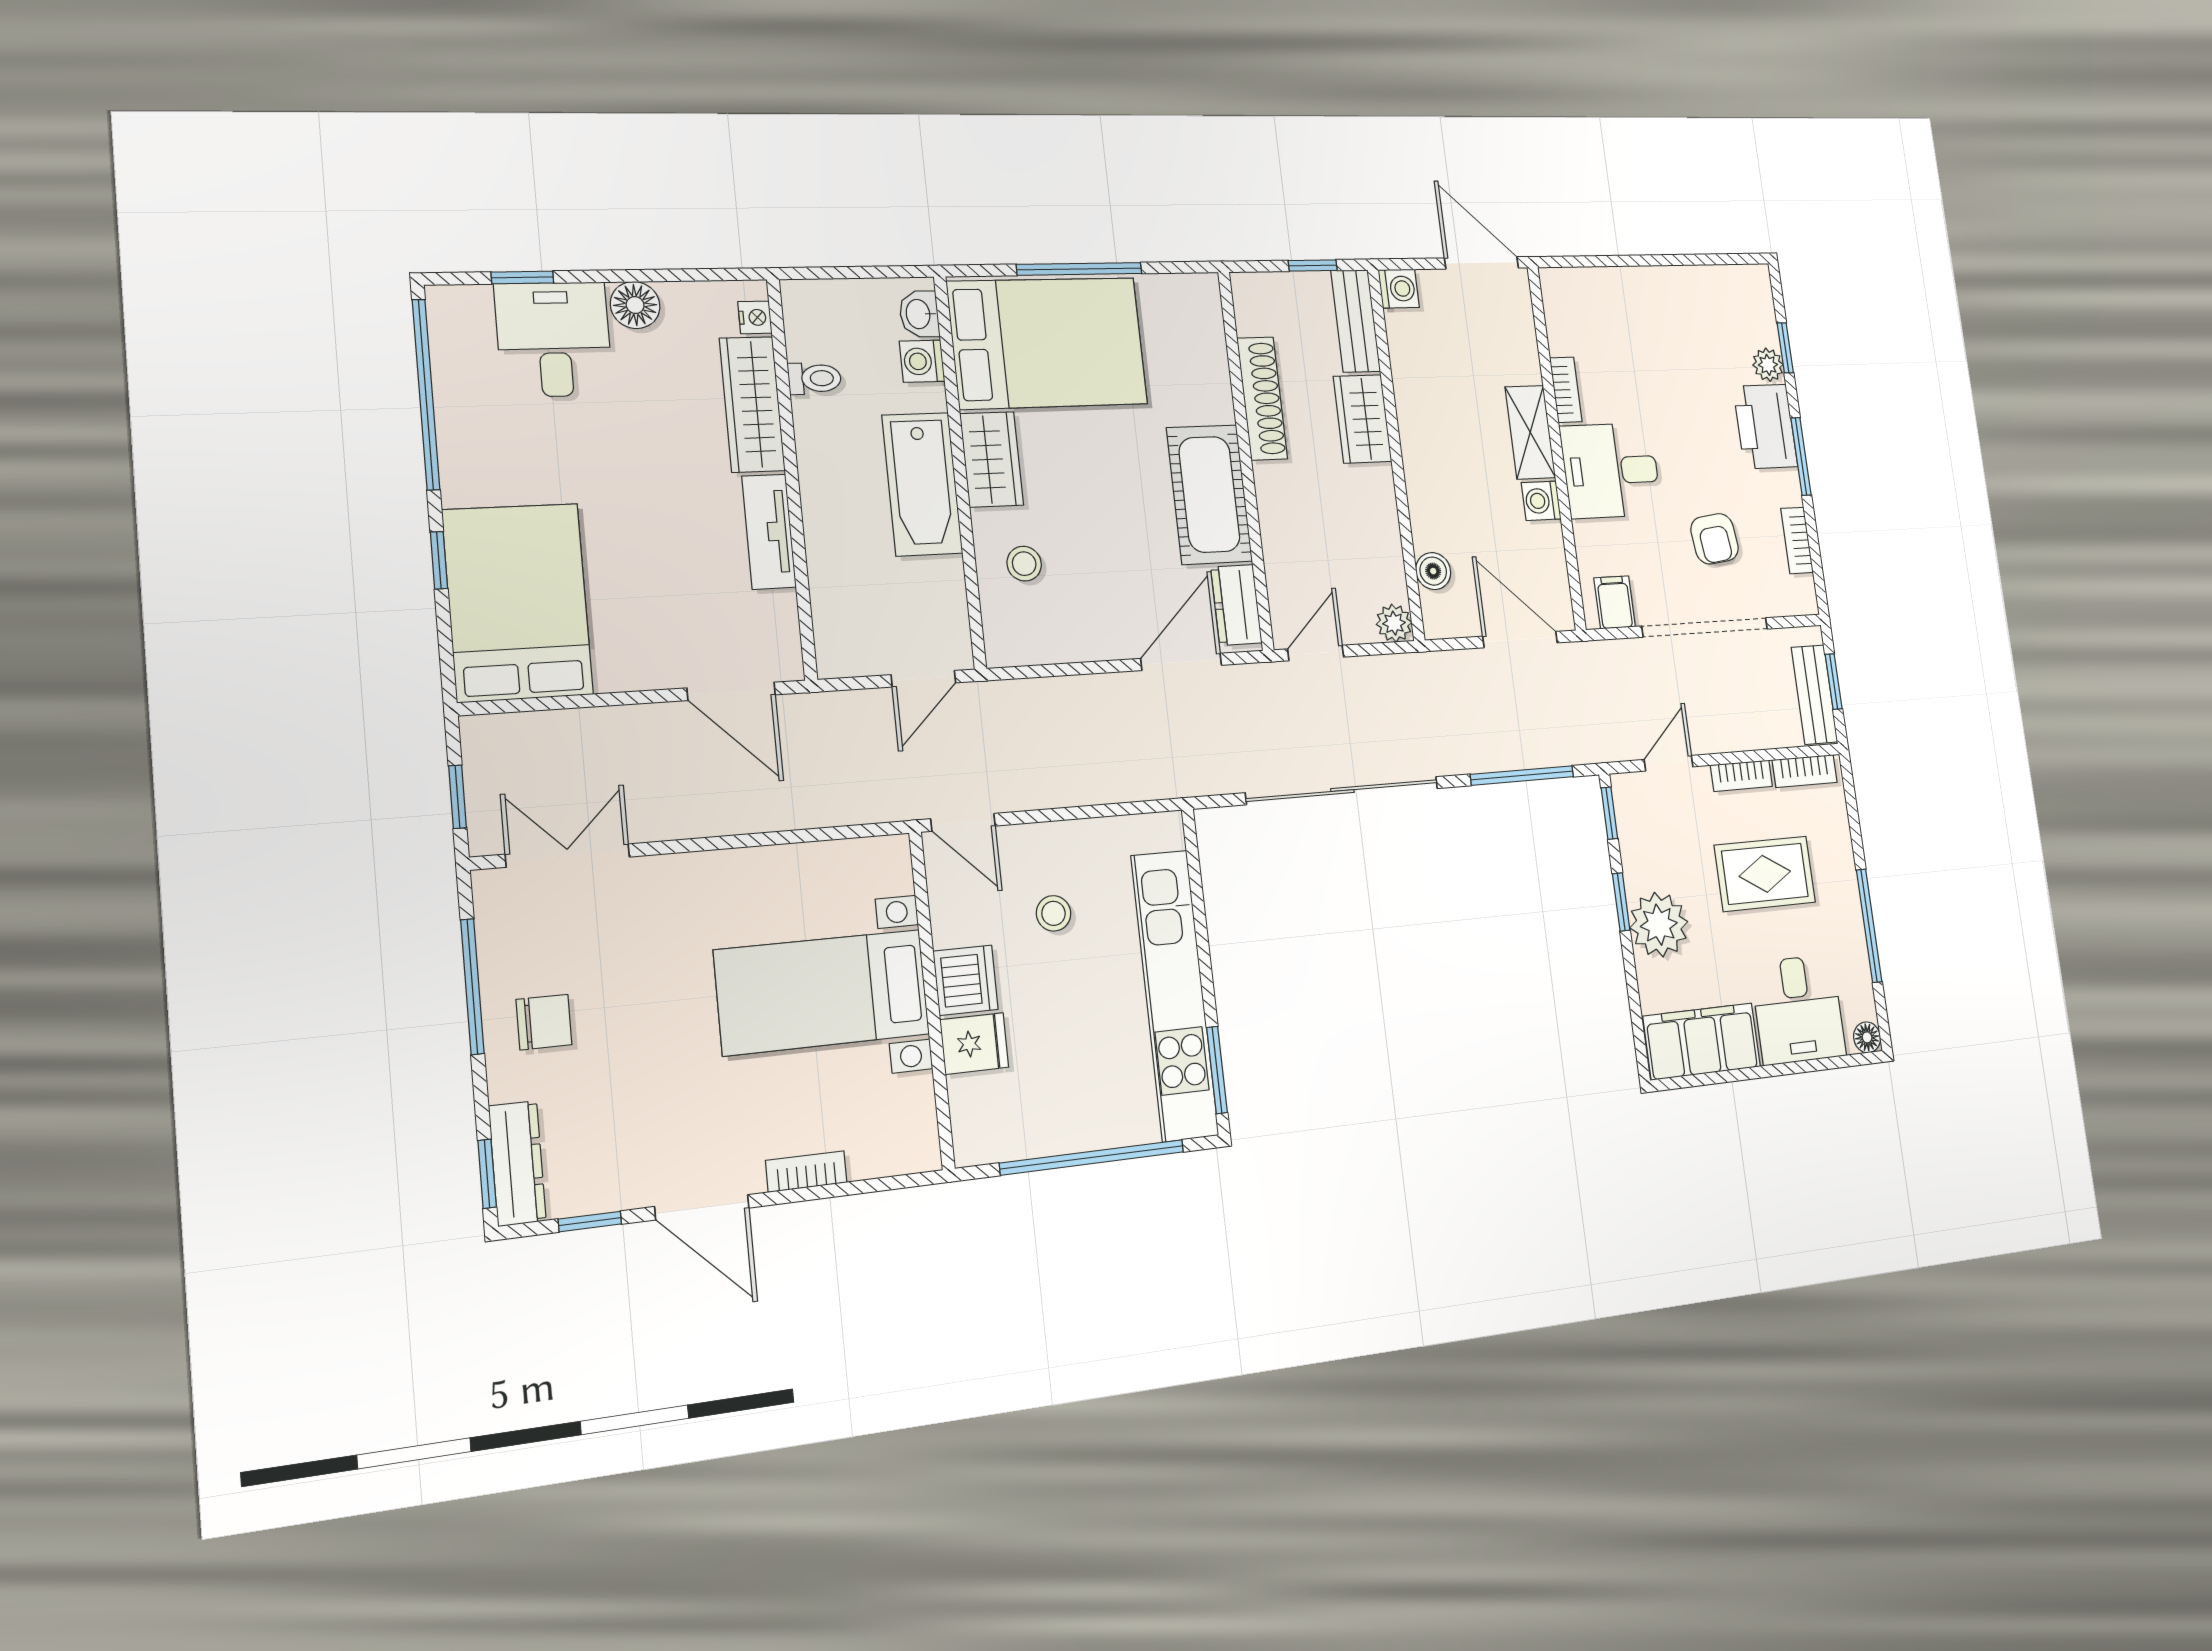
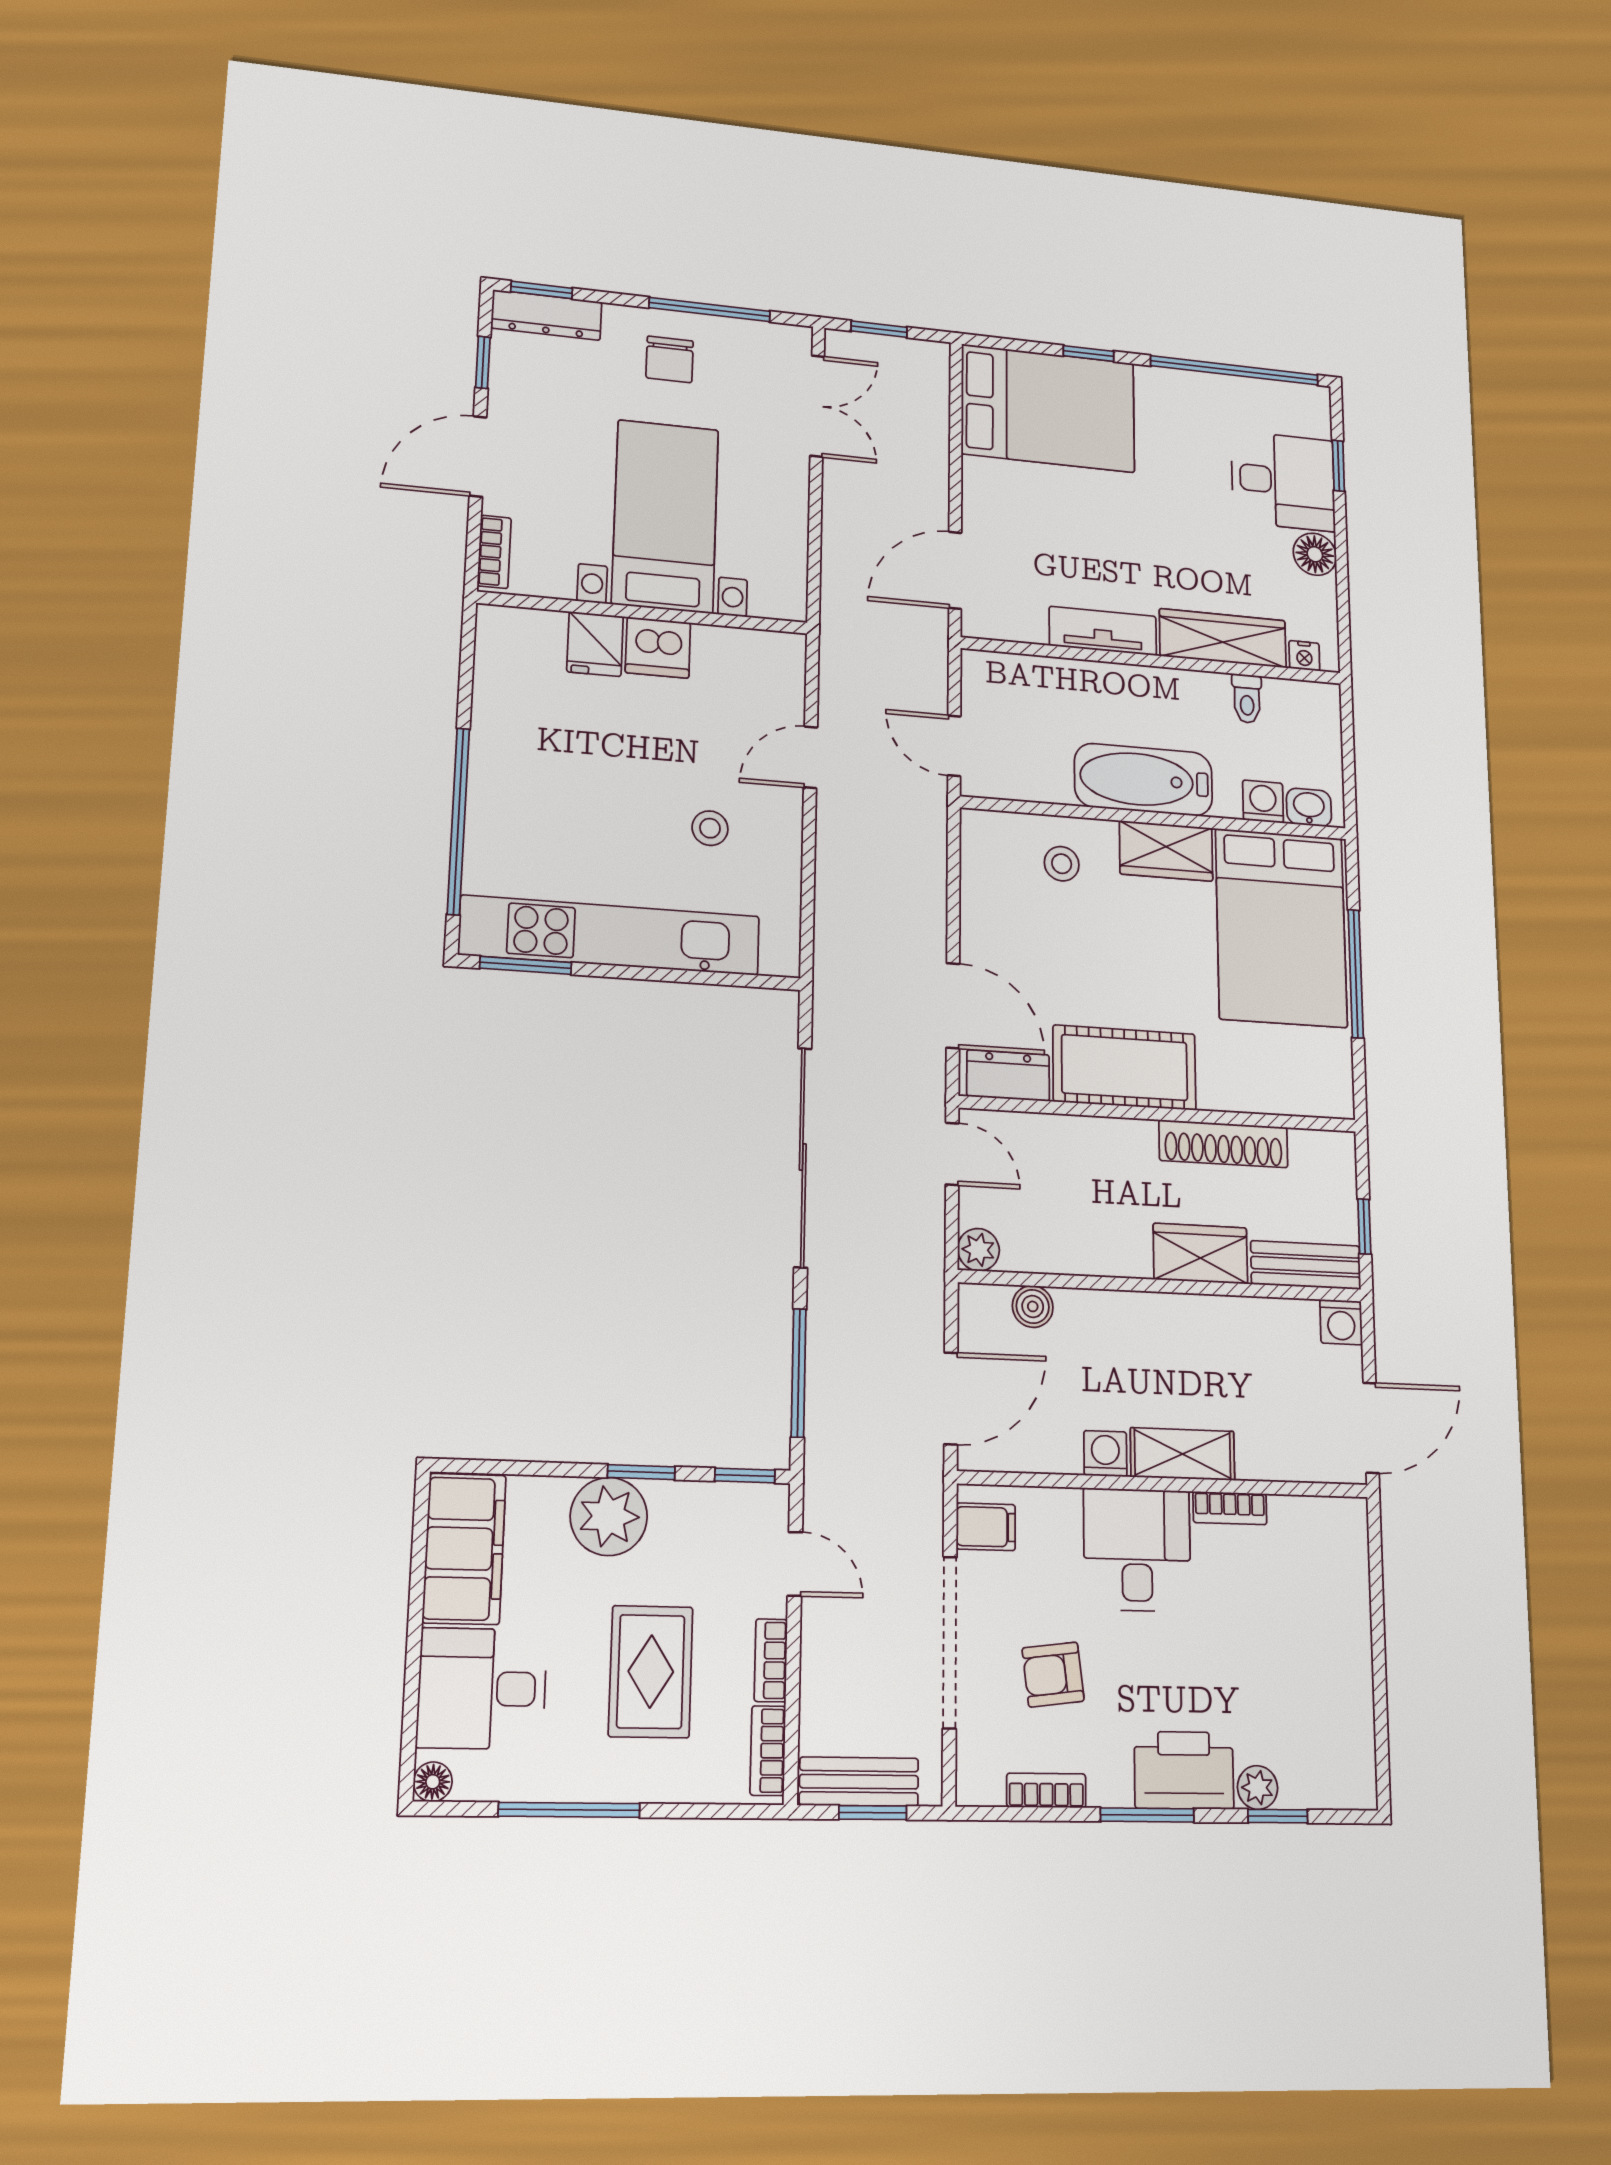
dishwasher: (966, 980) -> (658, 648), moved
bed with nightstands: (822, 992) -> (665, 516), moved
wall: (932, 1000) -> (644, 613), moved
fridge: (974, 1043) -> (595, 644), moved

